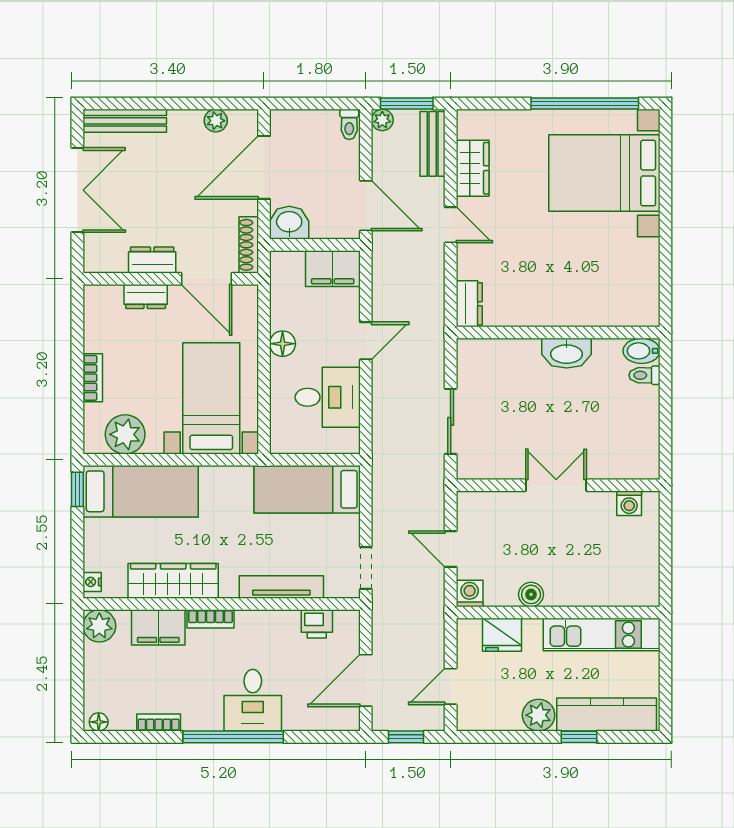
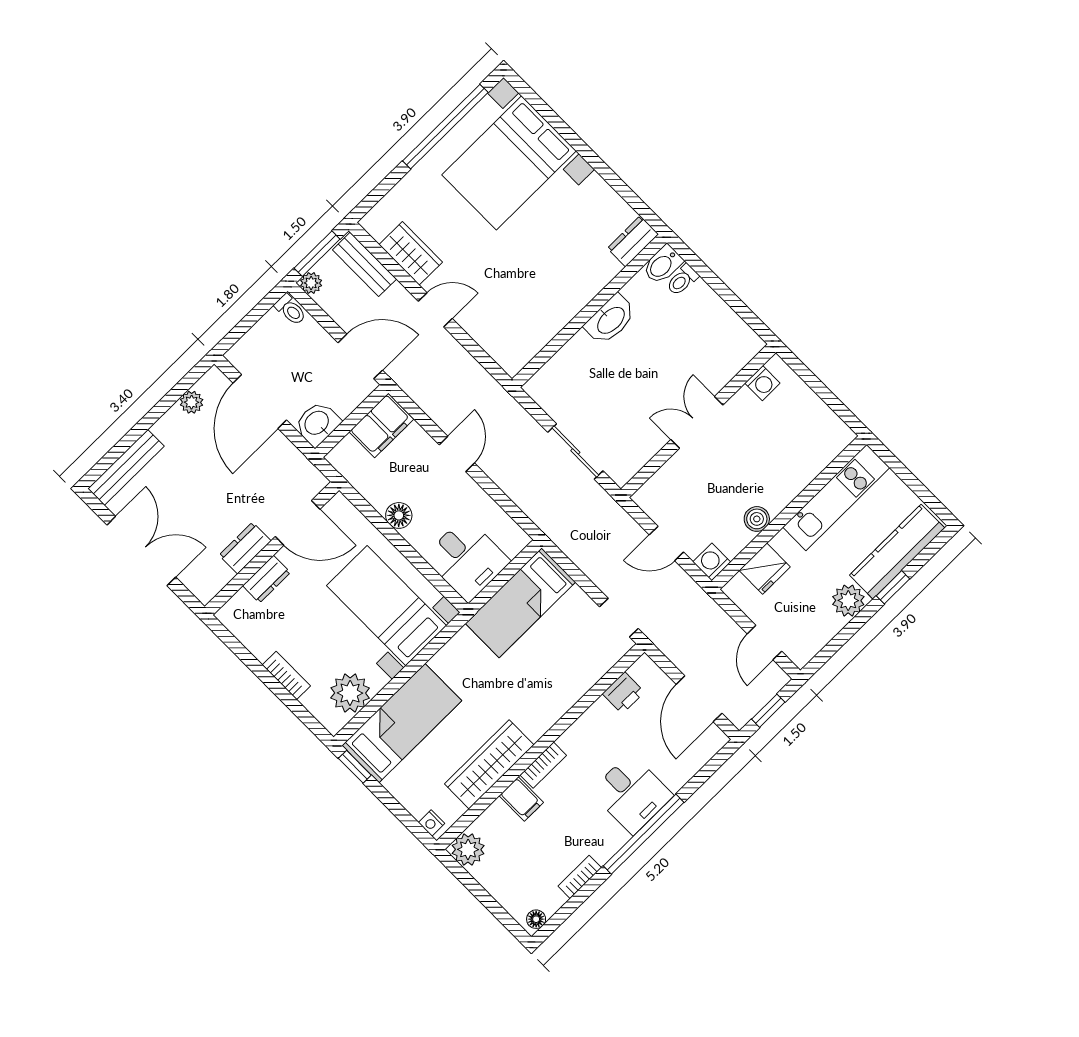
shoe rack: (249, 245) -> (304, 468), removed
dresser: (469, 304) -> (633, 241), moved, turned -90
desk: (328, 397) -> (467, 559), moved, turned 90
tv unit: (281, 587) -> (571, 692), removed
filing cabinet: (158, 627) -> (521, 799), width x0.50

